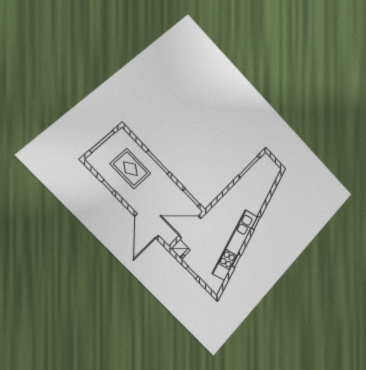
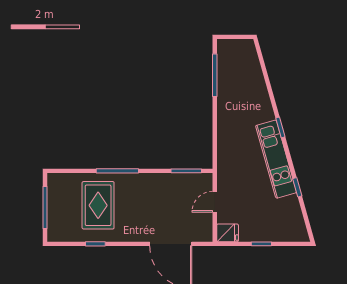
rug: (130, 169) -> (98, 205), turned 90
door: (190, 227) -> (215, 202), width x0.53
kitchen unit: (235, 245) -> (276, 159), width x0.73

